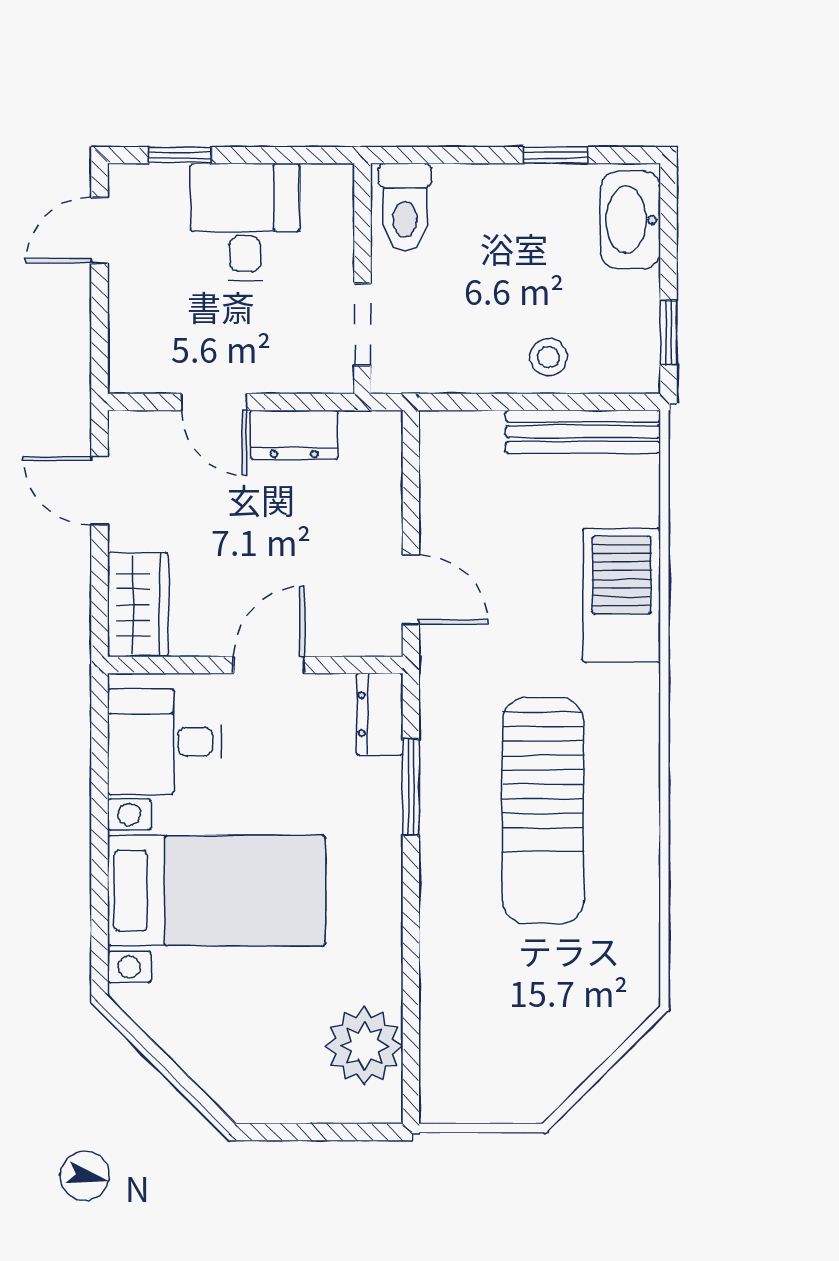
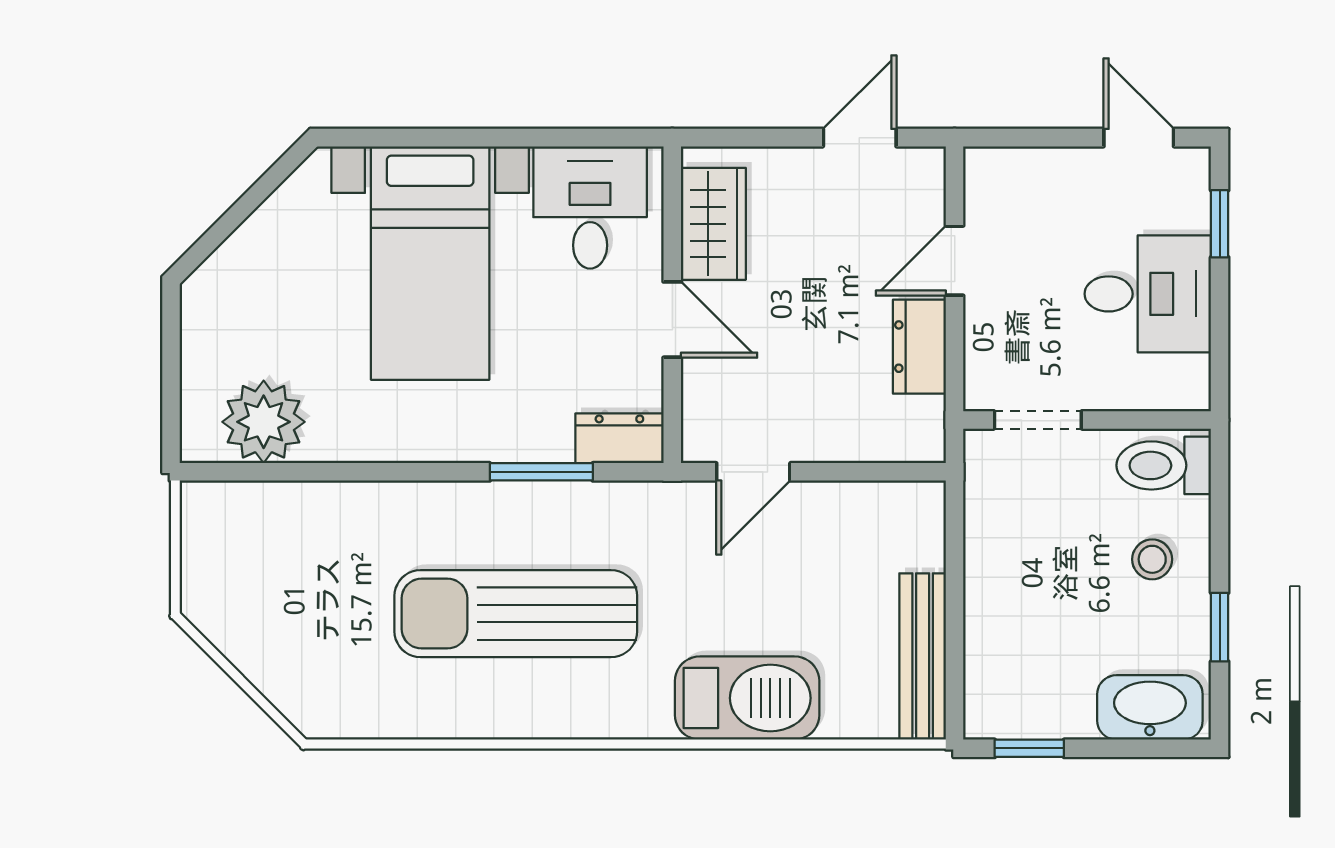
stool: (549, 357) -> (1152, 559), moved
wardrobe: (138, 605) -> (713, 224), moved, turned -90

